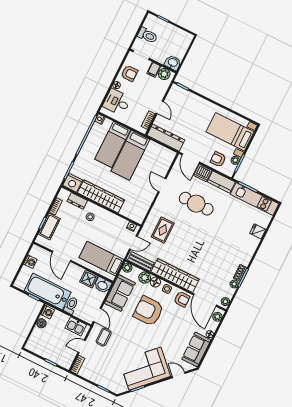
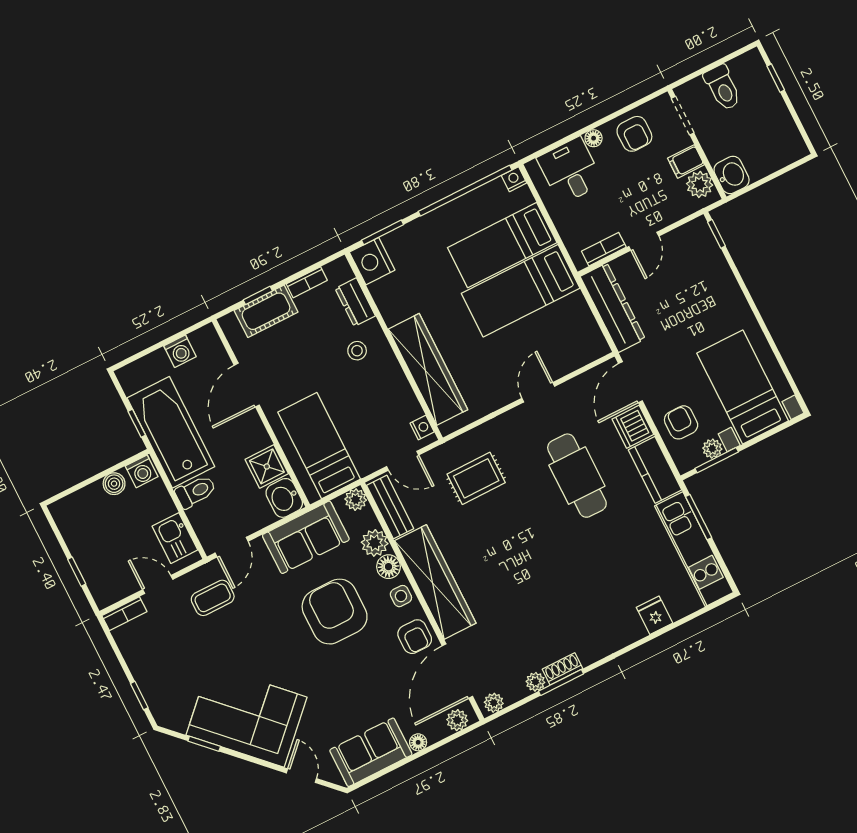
wardrobe: (101, 196) -> (428, 369), moved

